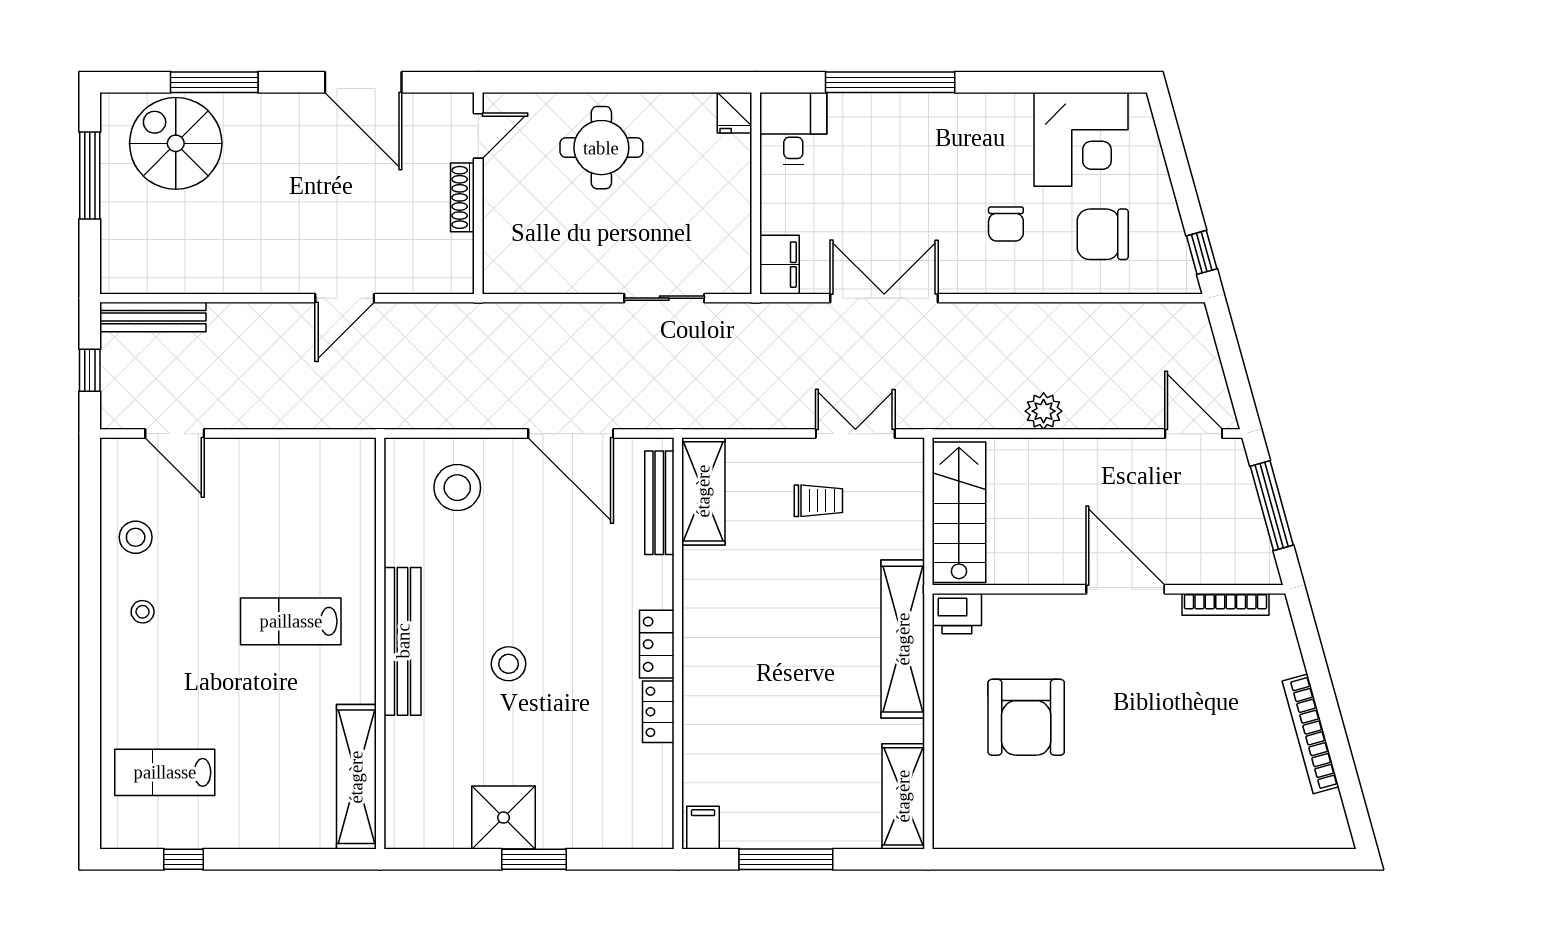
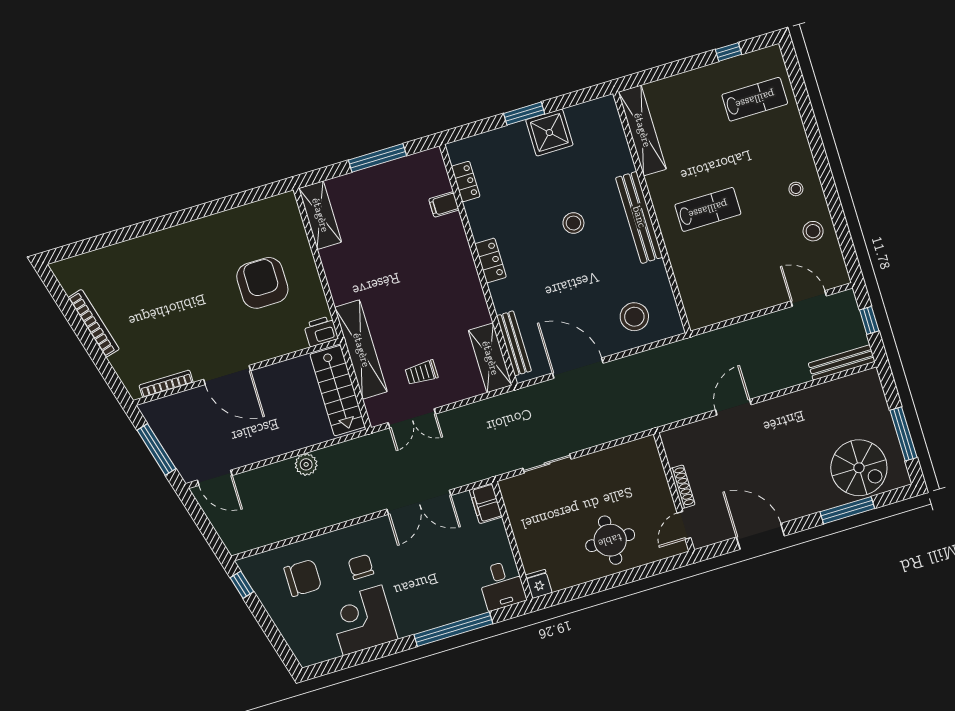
corner desk: (1081, 139) -> (362, 620), moved
shelving: (903, 639) -> (361, 350), moved
locker: (658, 712) -> (466, 182), moved
filing cabinet: (703, 828) -> (444, 204), moved, turned 90

